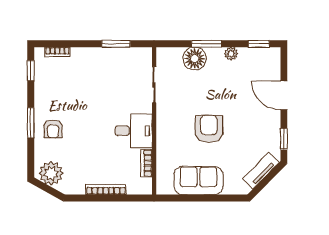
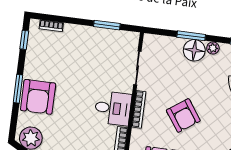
floor lamp: (195, 59) -> (194, 50), moved
bookcase: (161, 128) -> (139, 109), added
armchair: (53, 129) -> (38, 97), width x1.88, depth x1.88
armchair: (209, 129) -> (183, 115), turned 145

